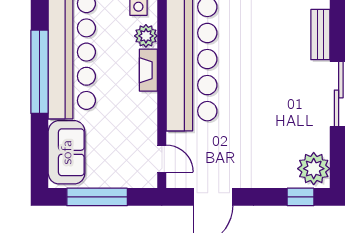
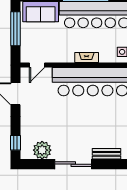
plant: (146, 36) -> (106, 56), removed
plant: (314, 169) -> (42, 150), moved

